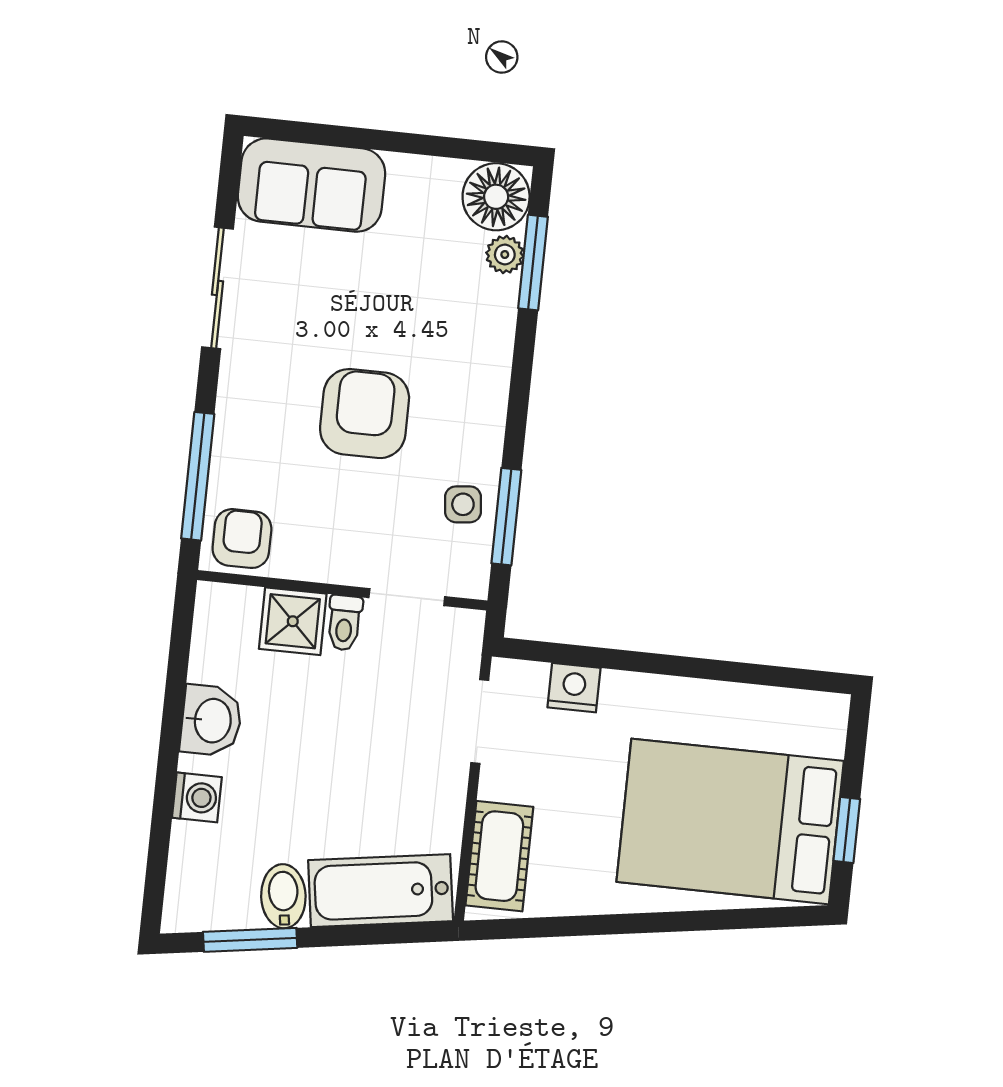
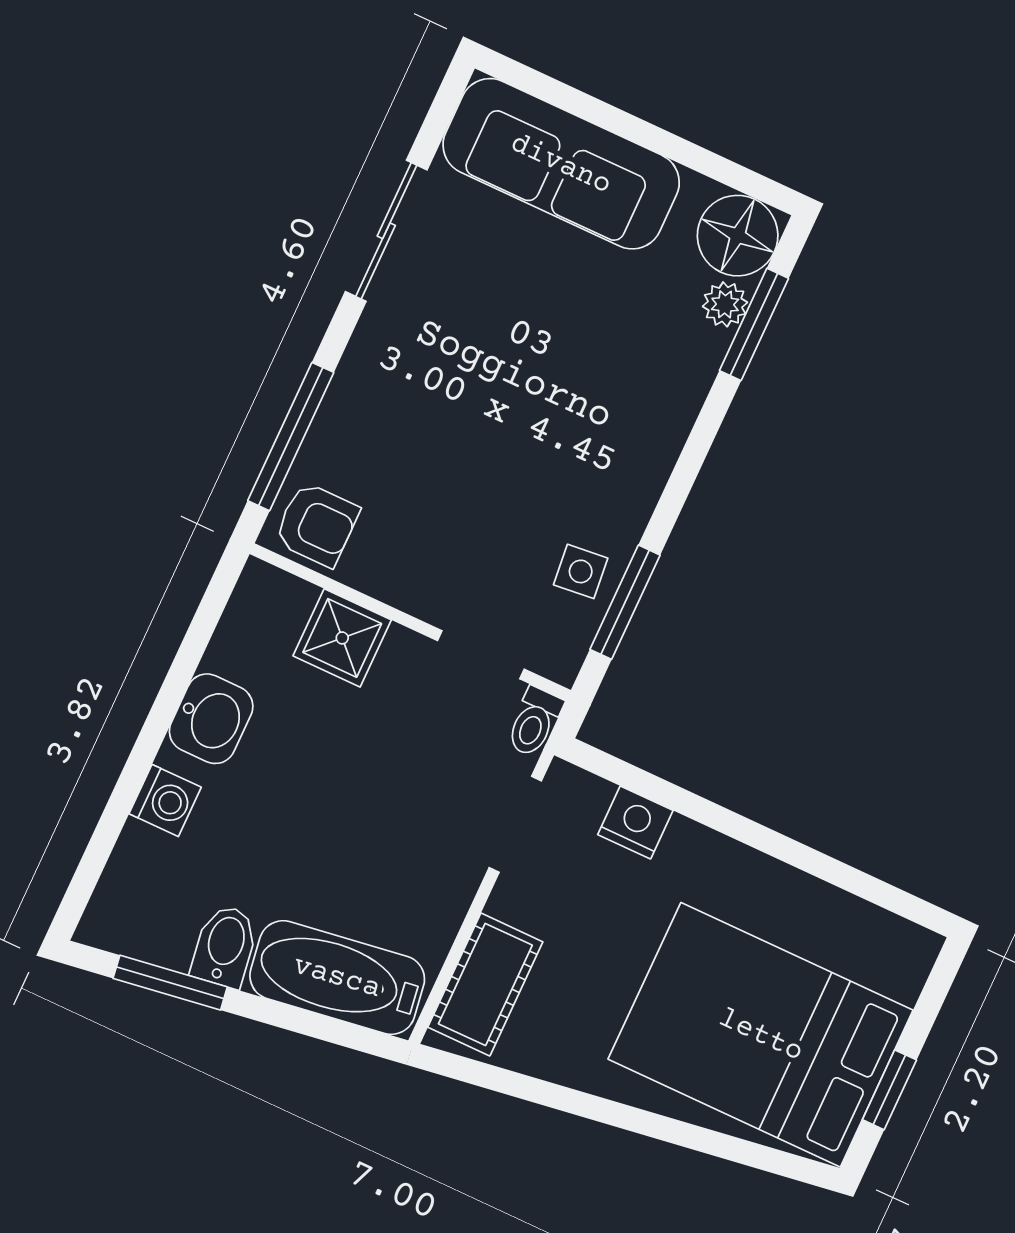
sofa: (311, 185) -> (561, 164), width x1.36
armchair: (365, 414) -> (504, 430), removed
armchair: (242, 539) -> (317, 524), turned 90
toilet: (344, 623) -> (534, 722), moved

